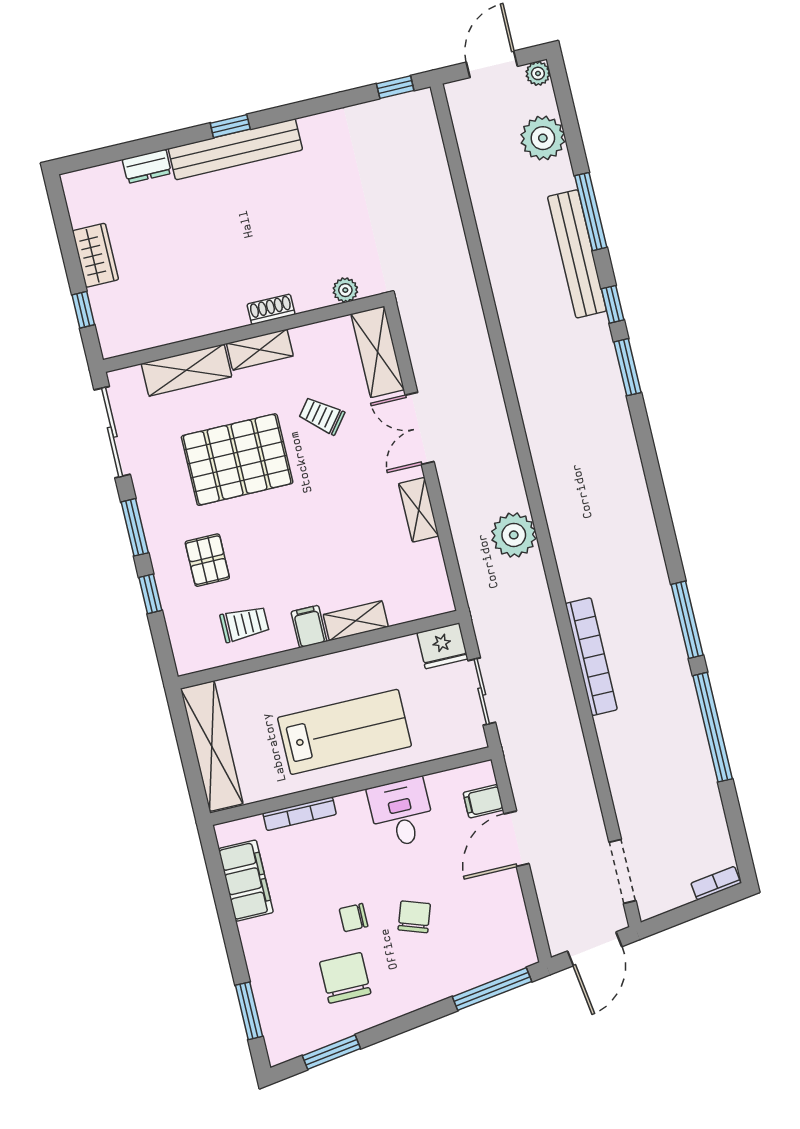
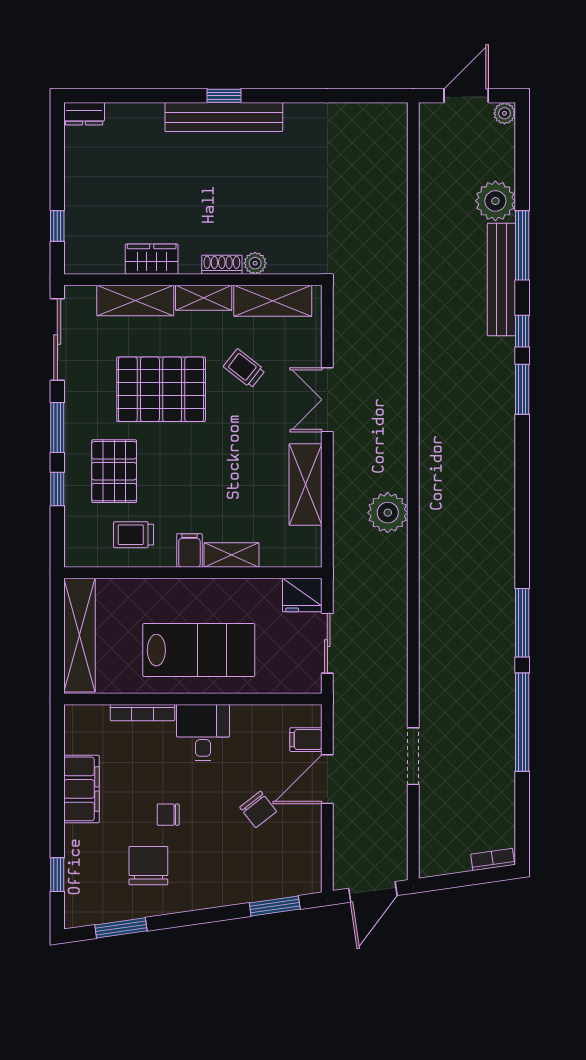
window: (395, 87) -> (377, 96), removed
plant: (543, 138) -> (495, 201), moved
dresser: (147, 166) -> (84, 114), moved
wardrobe: (95, 255) -> (152, 259), moved, turned -90
plant: (345, 290) -> (255, 263), moved
shelving: (378, 352) -> (273, 301), moved, turned 90
shelving: (419, 510) -> (306, 485), width x1.50, depth x1.33
pallet: (207, 560) -> (114, 471), width x1.50, depth x1.42
trolley: (245, 624) -> (134, 535), turned 180
bookcase: (591, 657) -> (430, 635), removed
desk: (401, 813) -> (203, 733), moved
doorway: (622, 871) -> (413, 756), moved
filing cabinet: (246, 881) -> (82, 789), moved
chair: (414, 917) -> (258, 809), moved, turned 123
window: (492, 989) -> (275, 906), width x0.69
window: (249, 1011) -> (57, 875), width x0.67

